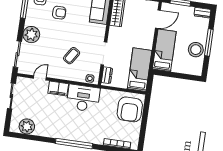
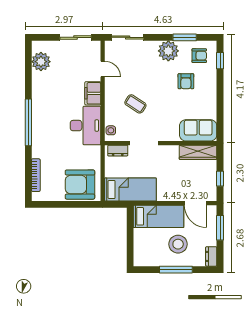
plant: (31, 35) -> (168, 51), moved
stool: (196, 50) -> (178, 244), moved

